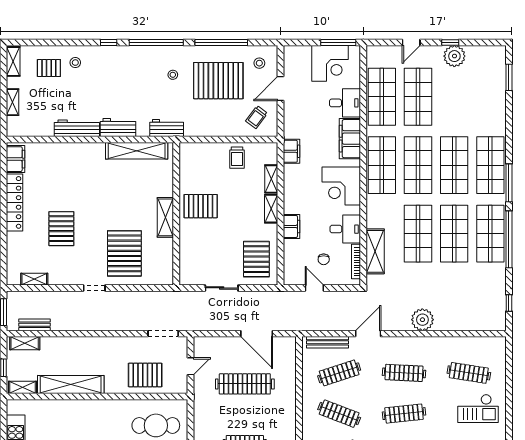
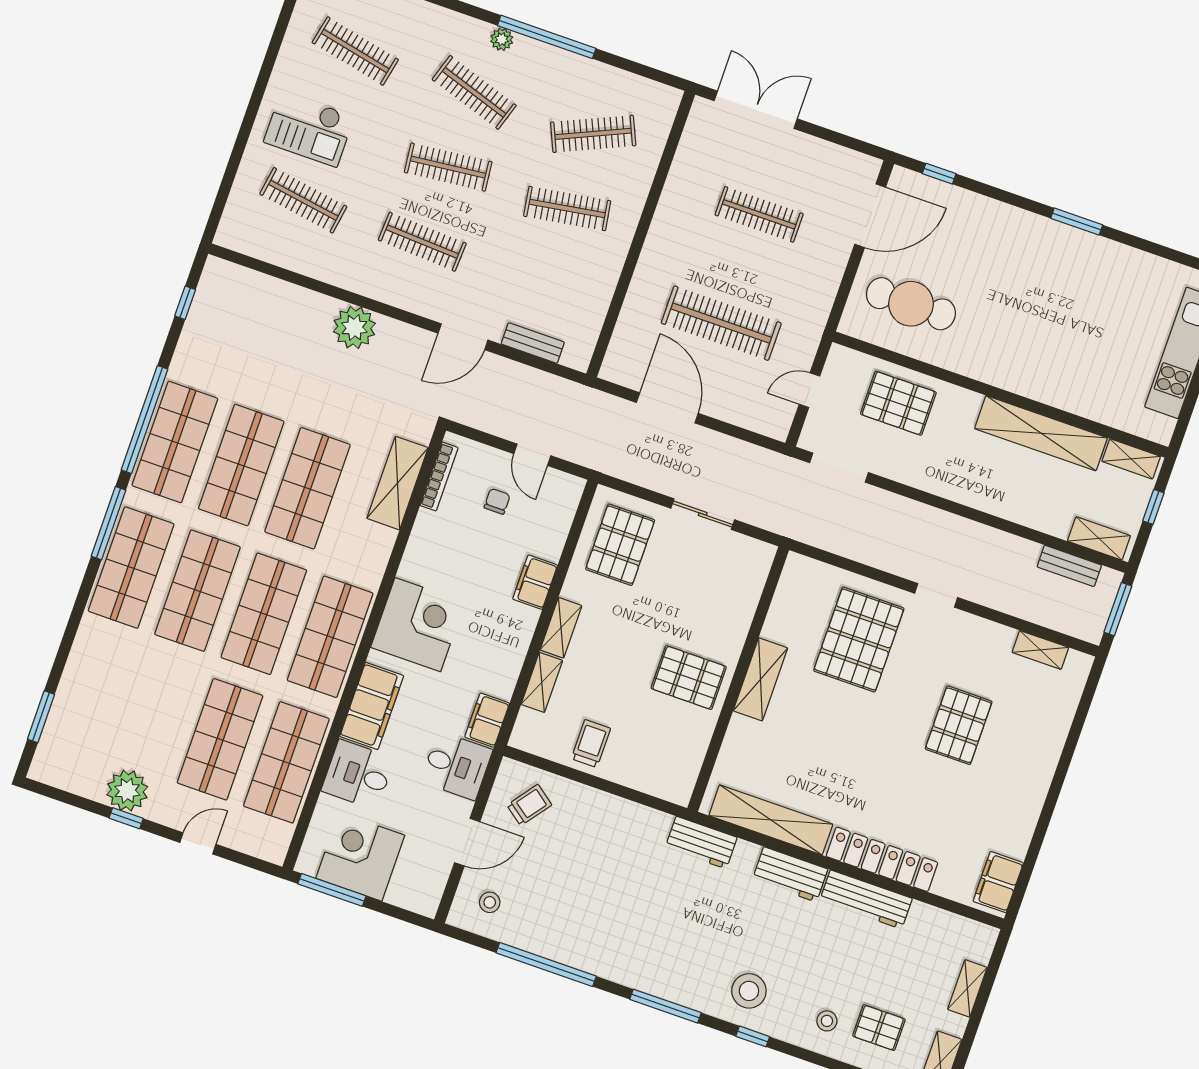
window: (156, 42) -> (665, 1006), width x0.68
stool: (173, 75) -> (749, 991), moved, width x1.89, depth x1.89
pallet: (218, 81) -> (576, 896), removed
locker: (15, 202) -> (882, 859), moved, turned 90
desk: (345, 229) -> (457, 766), moved, turned 180
bench: (328, 342) -> (533, 343), width x0.73
clothes rail: (339, 373) -> (541, 283), removed
checkout: (478, 408) -> (309, 129), turned 180
clothes rail: (339, 414) -> (567, 209), turned -30

